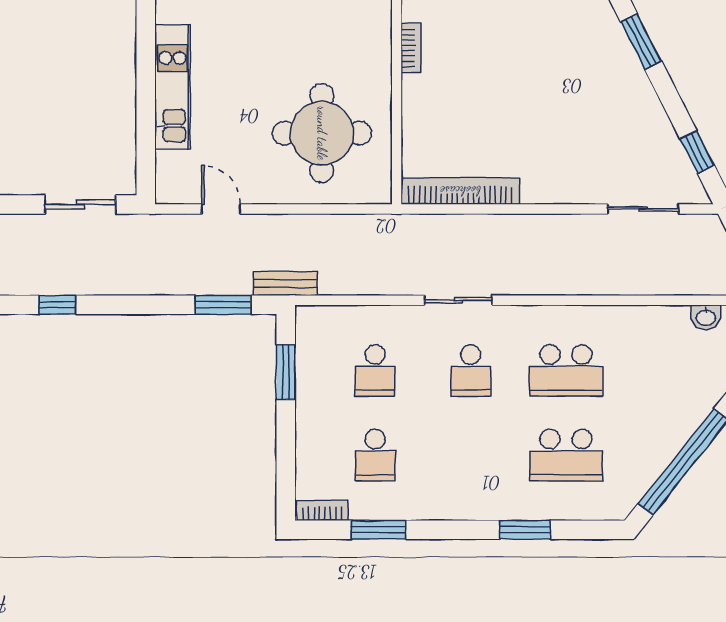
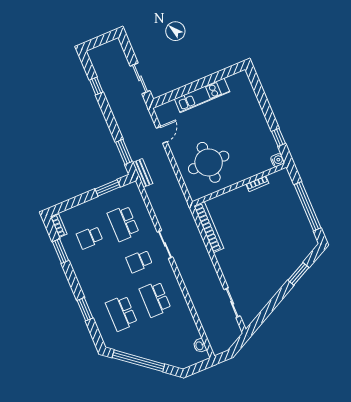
window: (697, 152) -> (264, 315), removed
school desk: (375, 370) -> (123, 223), width x1.85

